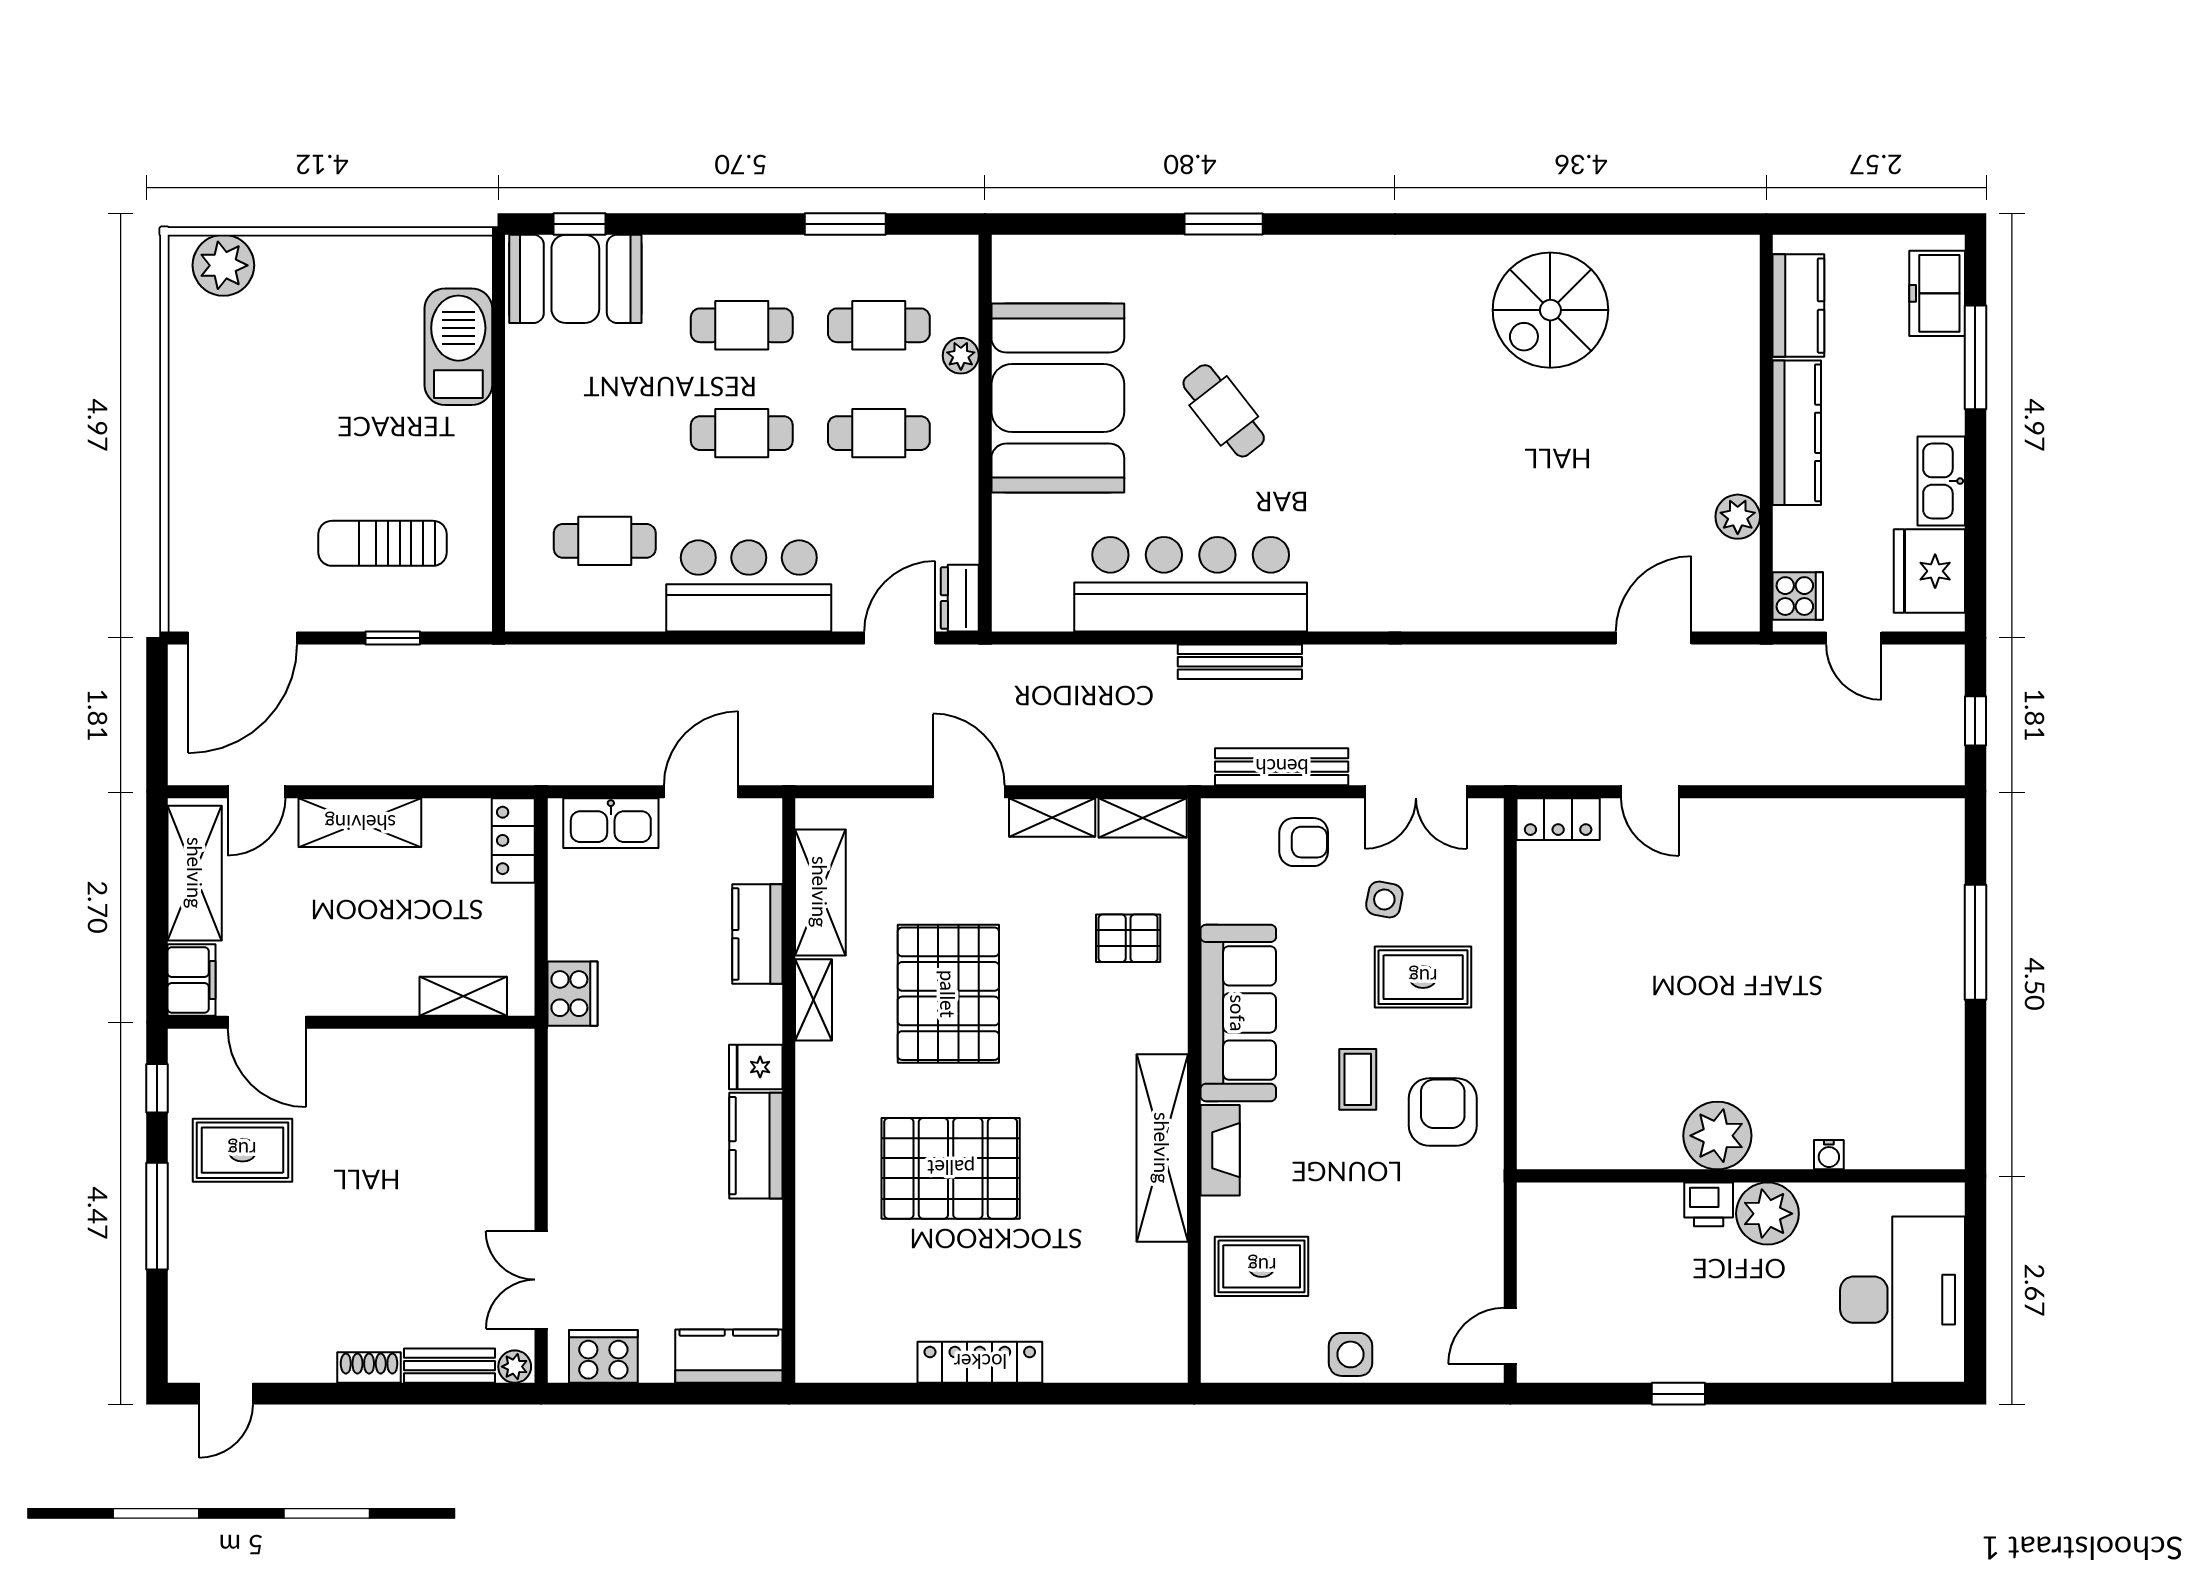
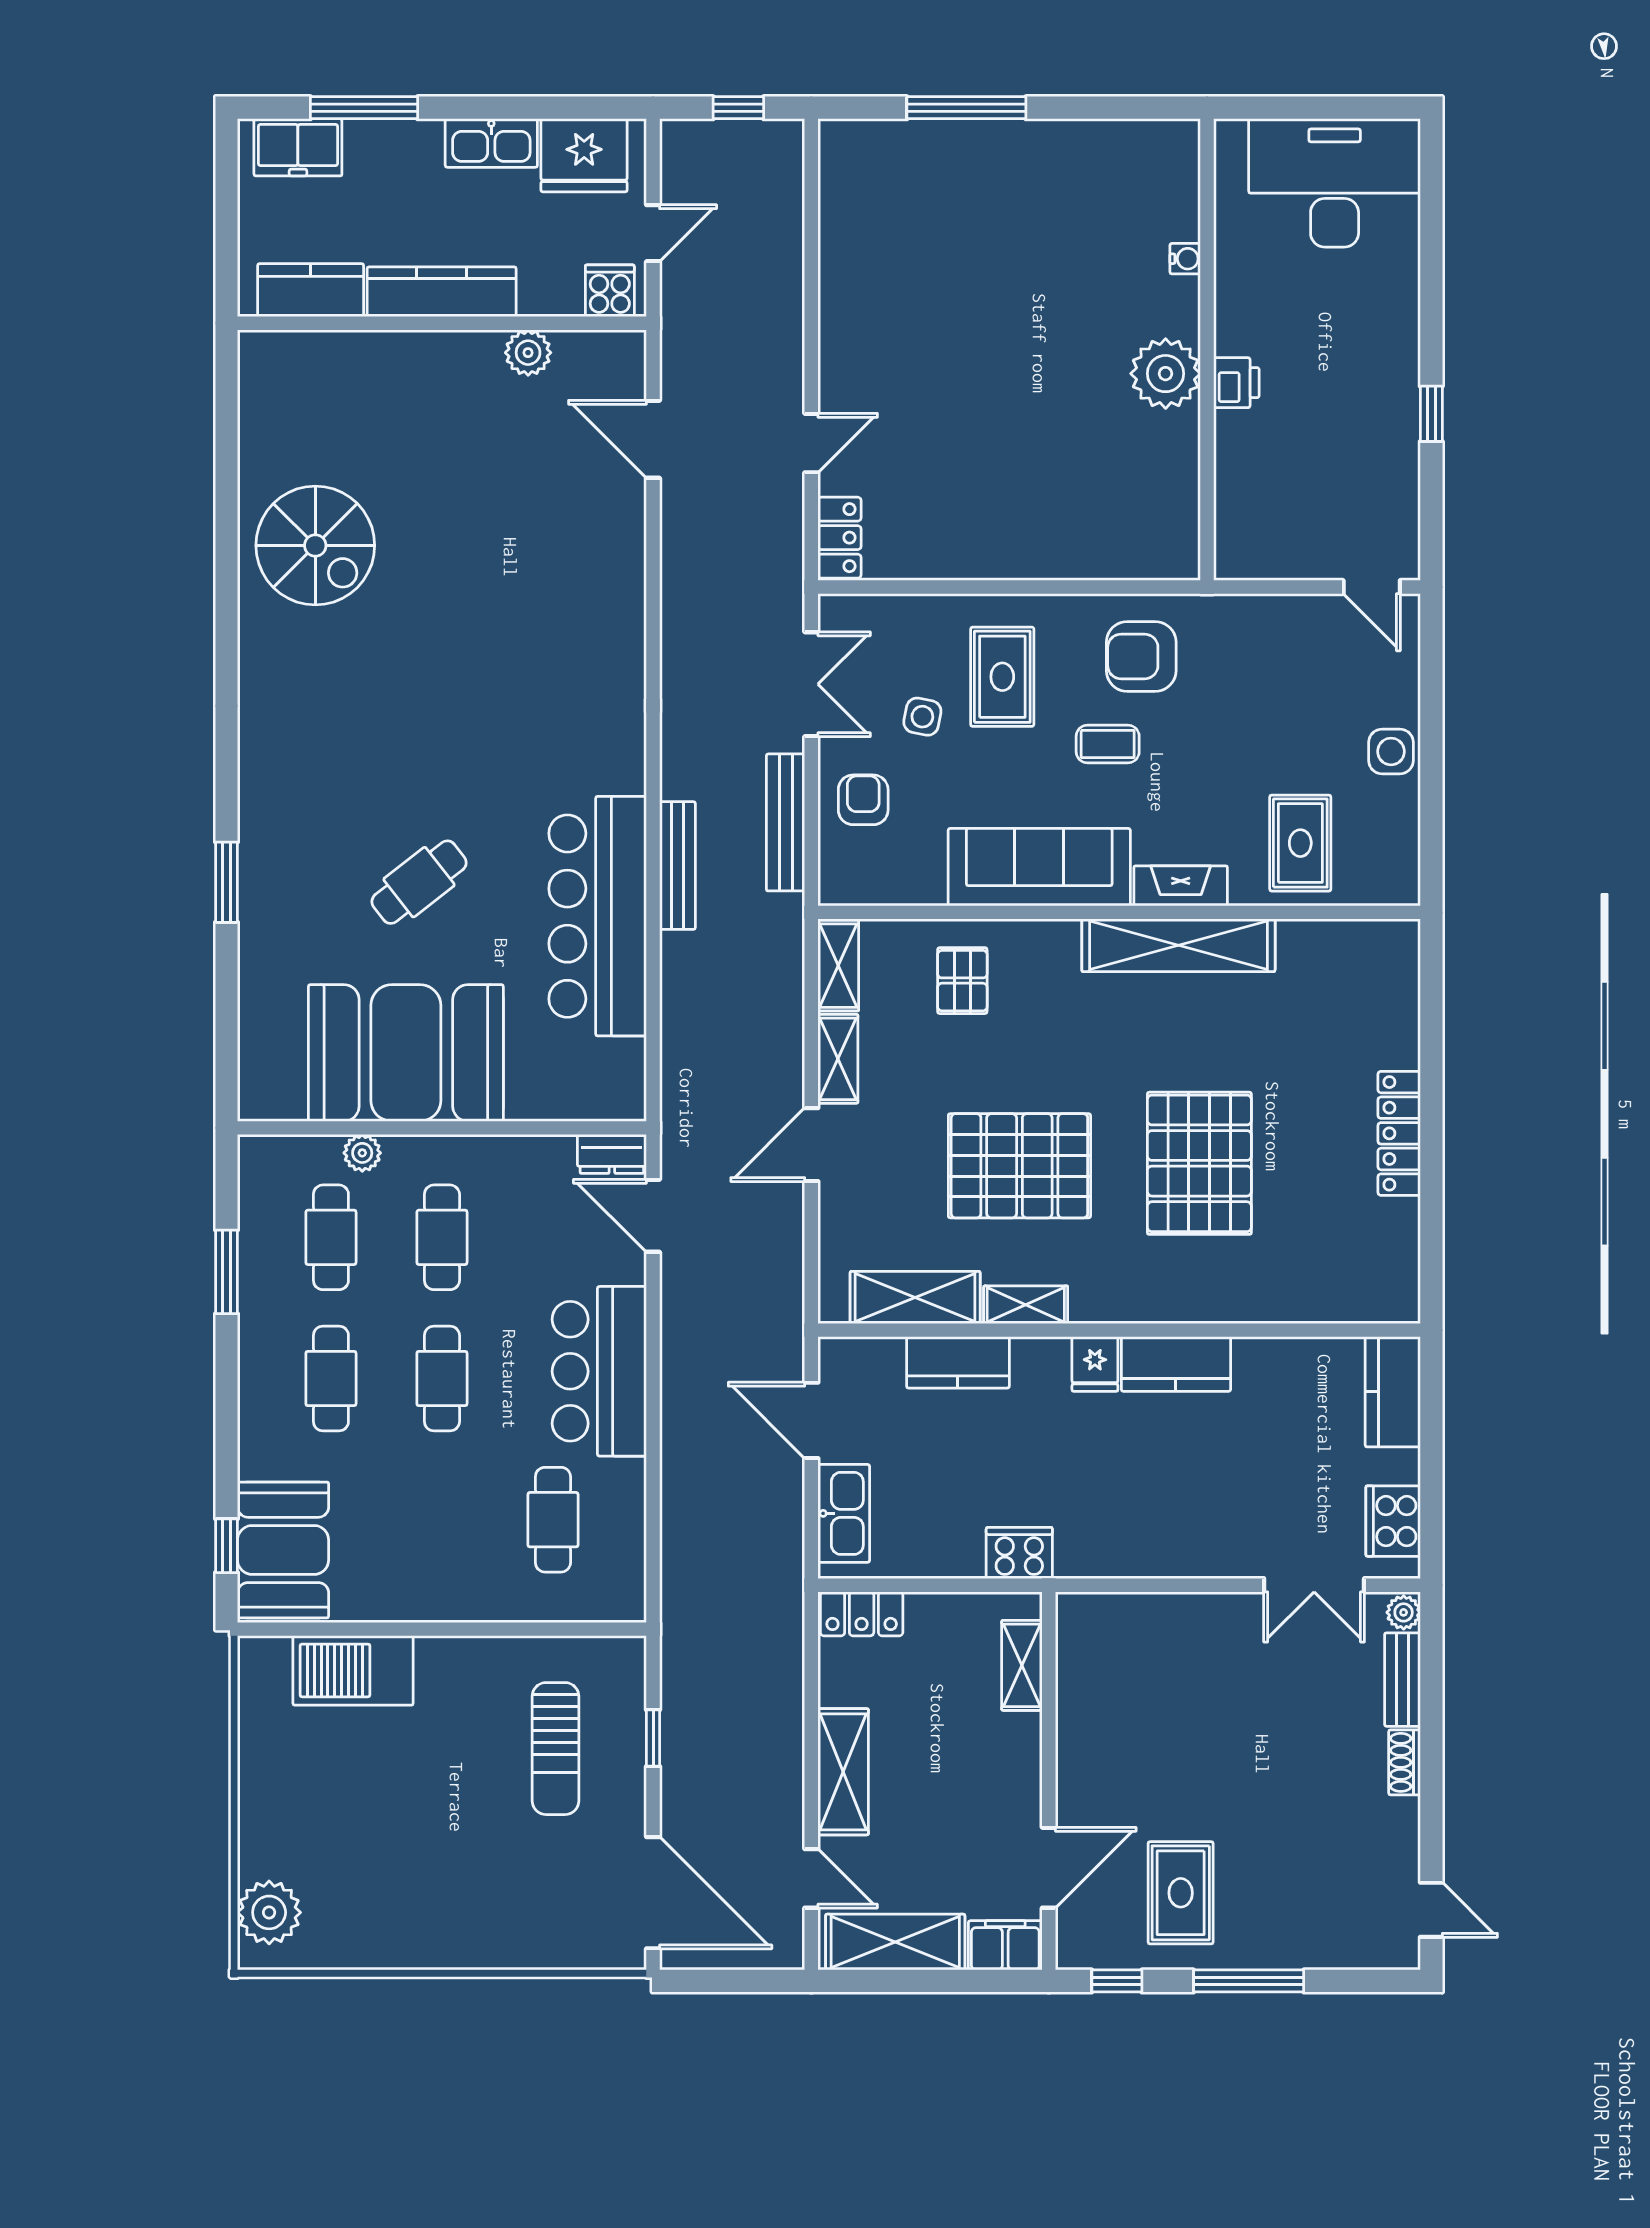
plant: (1767, 1214) -> (1246, 322), removed

